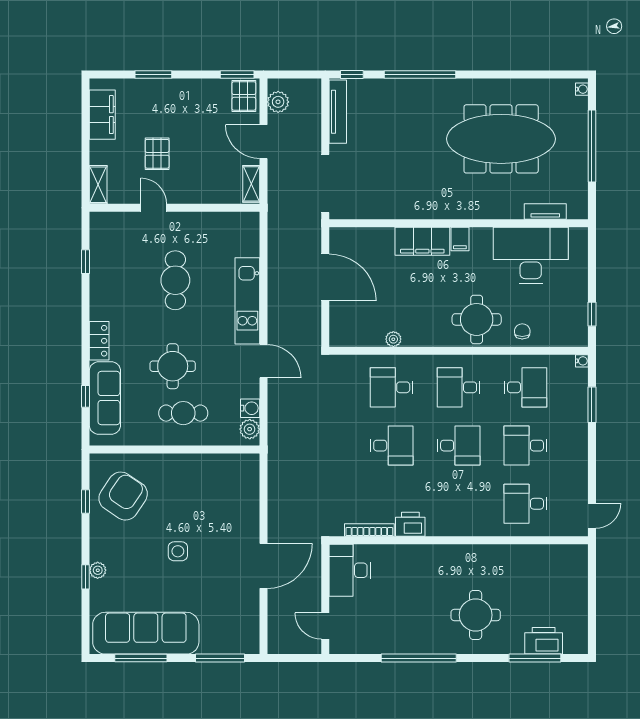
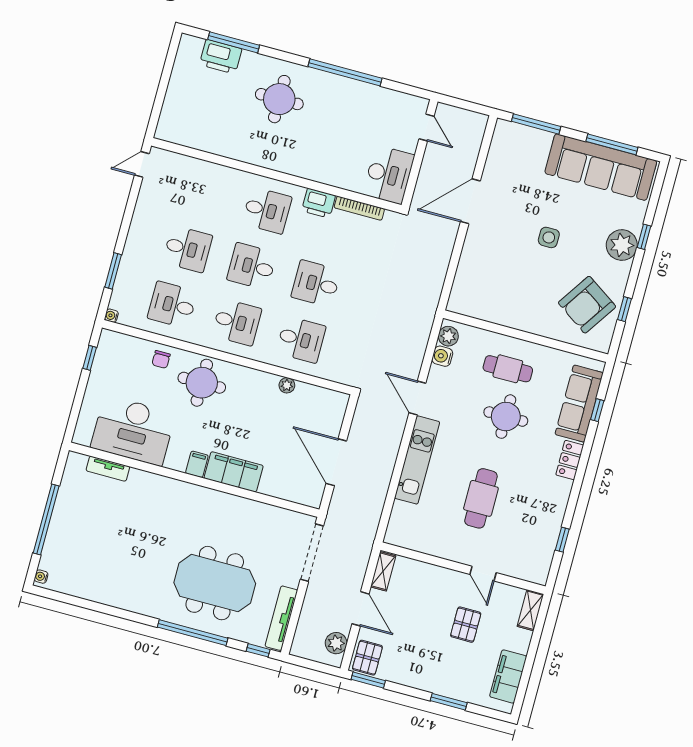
meeting table: (501, 139) -> (215, 583), moved, width x0.73
desk: (525, 504) -> (267, 210), moved
plant: (98, 570) -> (622, 245), width x1.87, depth x1.87

